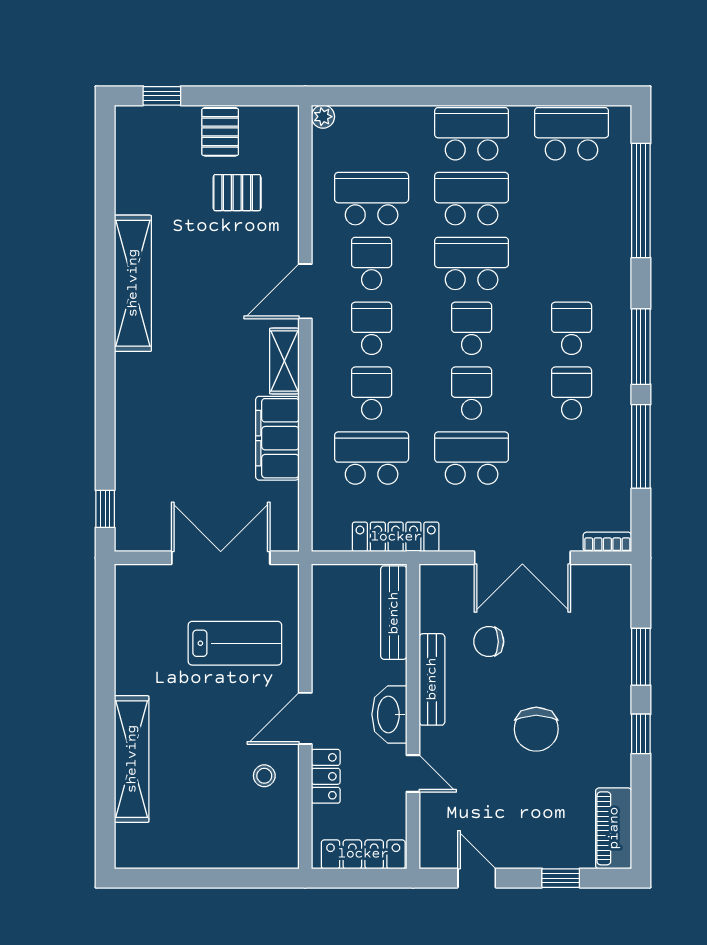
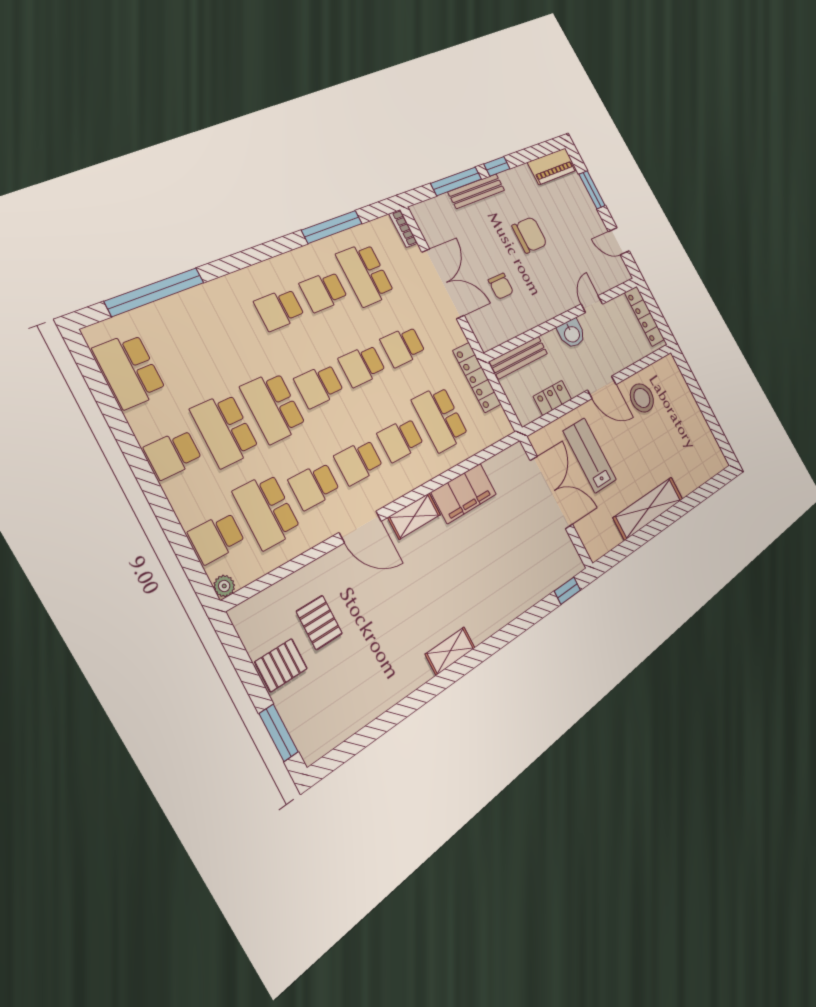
window: (162, 96) -> (279, 733), width x1.50
school desk: (372, 134) -> (217, 538), added
school desk: (472, 134) -> (173, 454), width x0.54
shelving: (133, 283) -> (450, 651), width x0.45, depth x0.75
window: (641, 347) -> (265, 251), removed
school desk: (472, 458) -> (403, 346), width x0.54
school desk: (572, 458) -> (365, 274), added
double door: (221, 558) -> (551, 492), swing flipped
window: (641, 657) -> (456, 181), width x1.44
bench: (432, 679) -> (477, 191), moved
washbasin: (389, 714) -> (572, 334), width x0.72
shelving: (132, 759) -> (648, 508), moved
stool: (264, 776) -> (642, 398), width x1.89, depth x1.89
locker: (326, 776) -> (553, 398), moved
door: (477, 878) -> (619, 241), hinge flipped
window: (561, 878) -> (592, 190), width x1.50

